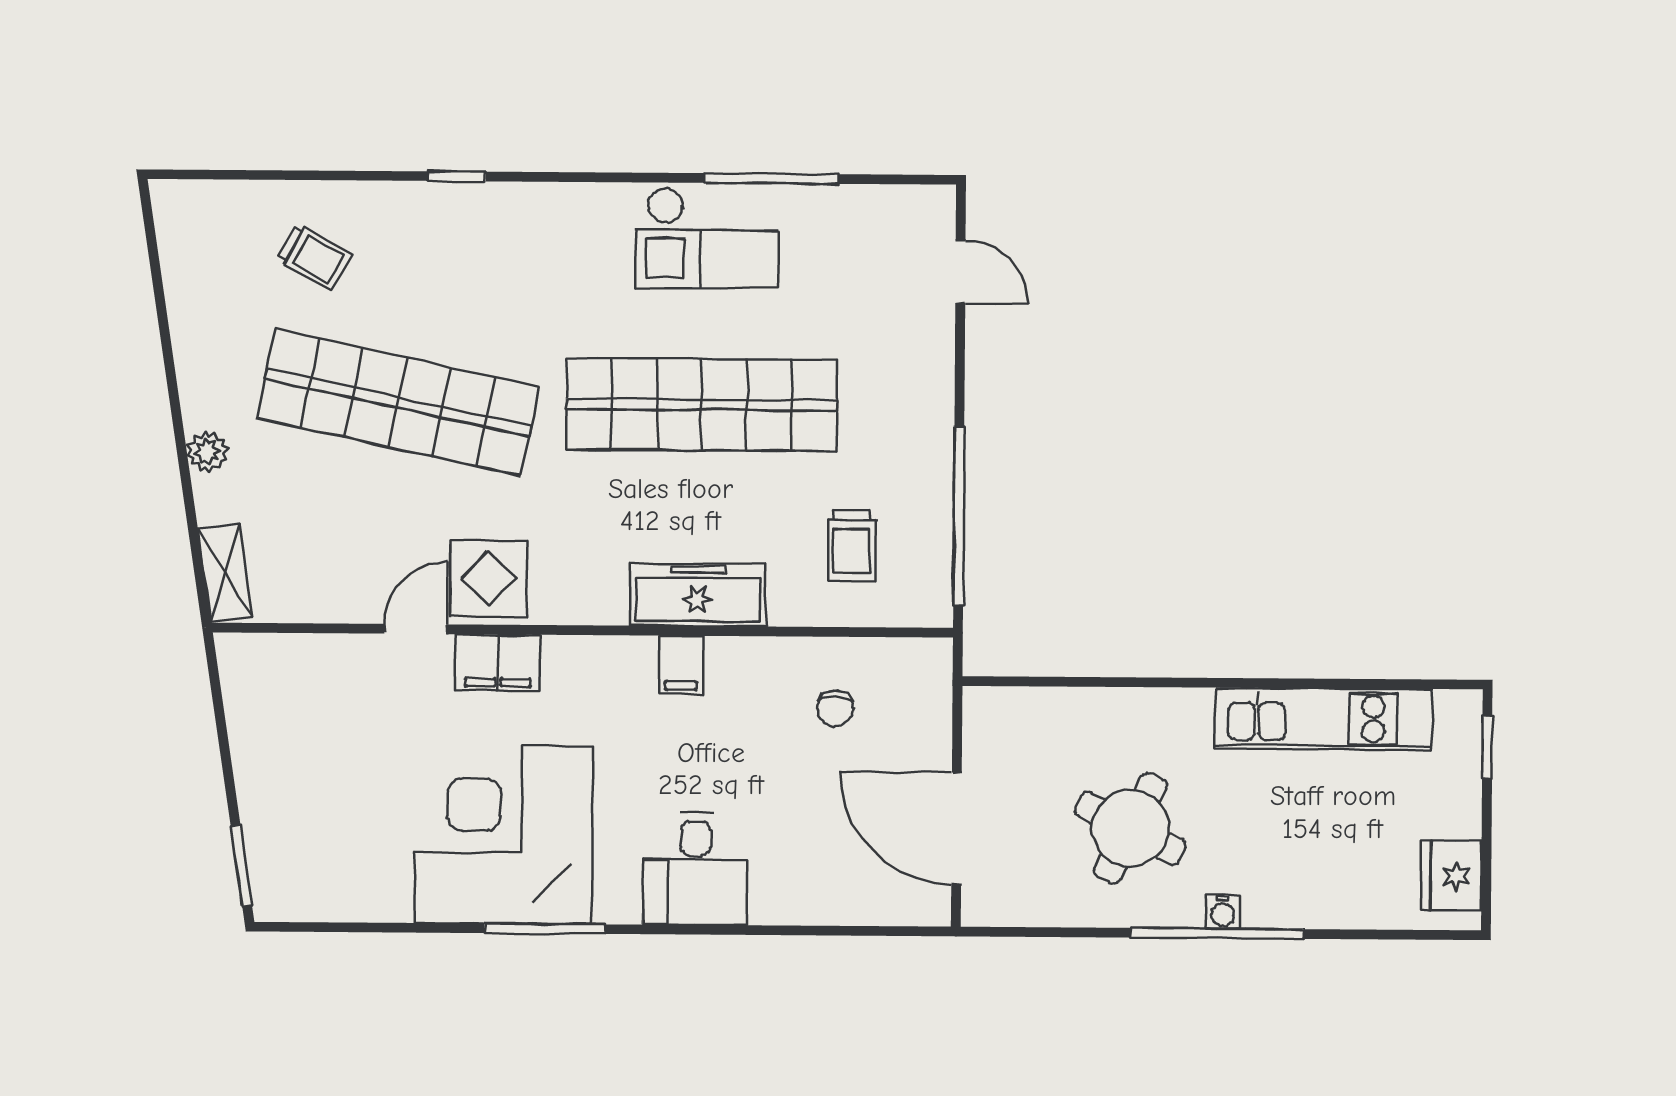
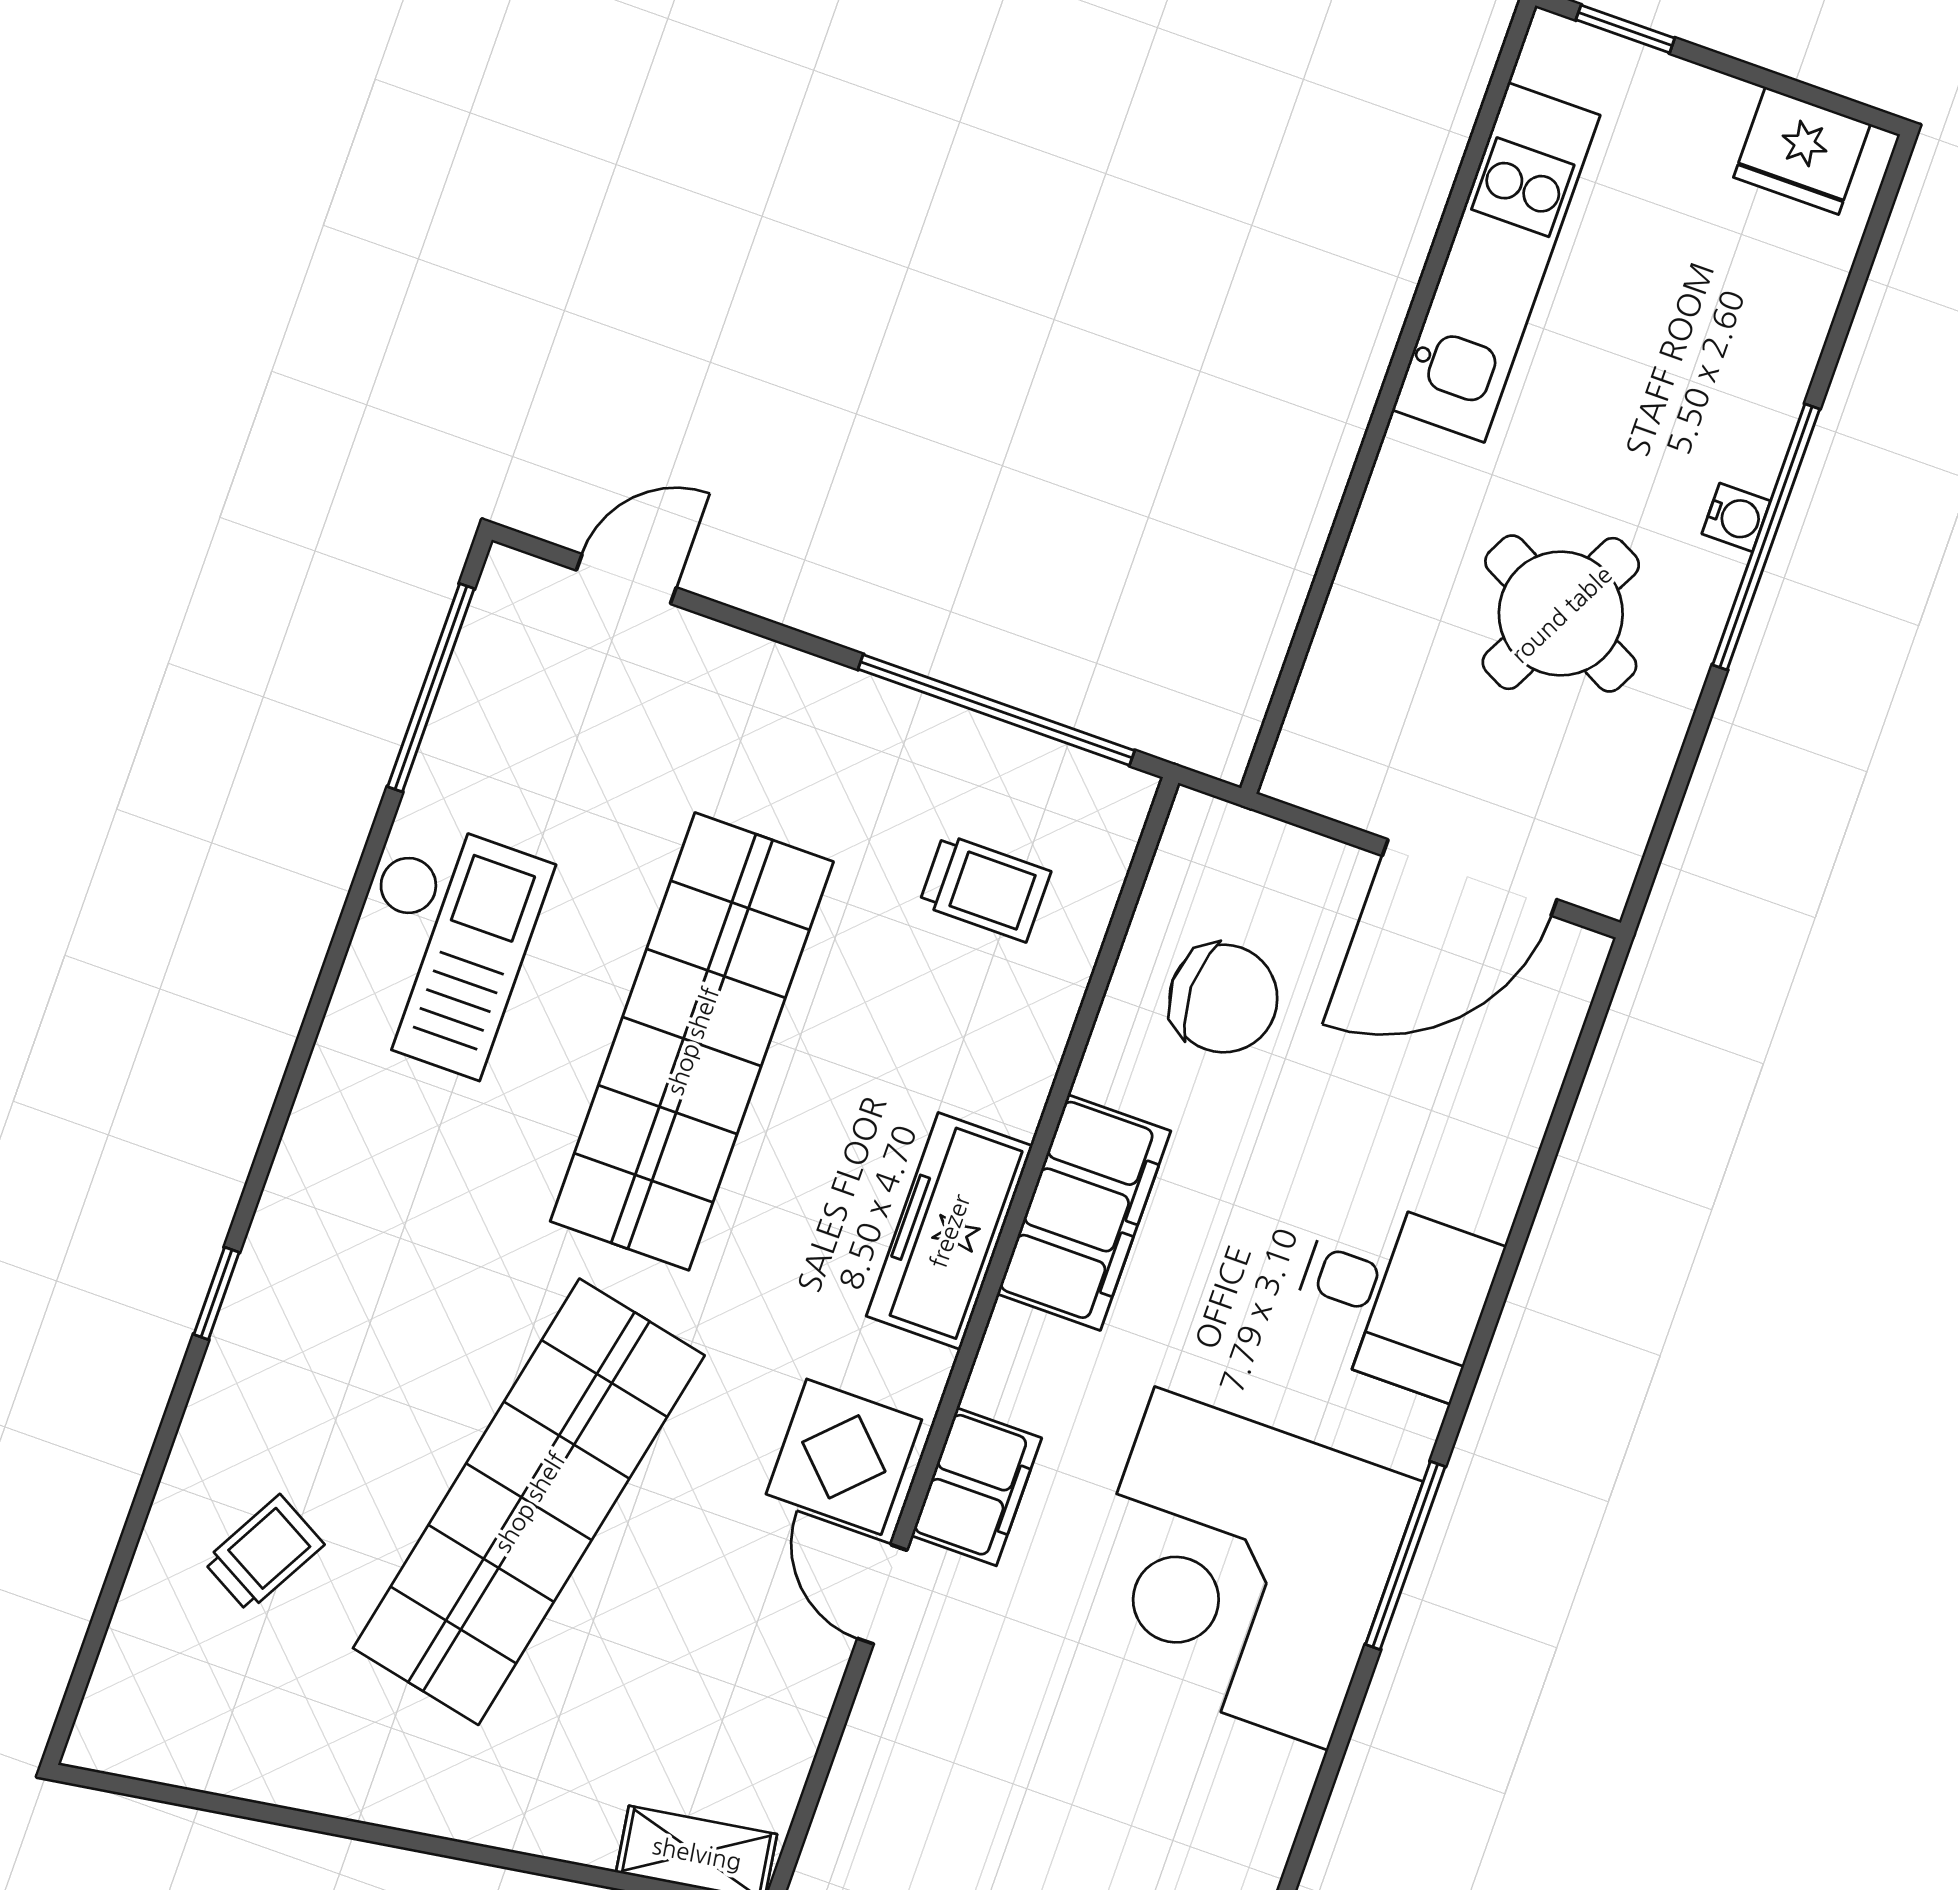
window: (772, 179) -> (431, 688), moved
plant: (207, 452) -> (503, 1817), removed
freezer: (697, 595) -> (949, 1231), moved
filing cabinet: (681, 665) -> (1084, 1212), width x3.00, depth x1.17
chair: (835, 708) -> (1223, 998), width x1.87, depth x1.87

